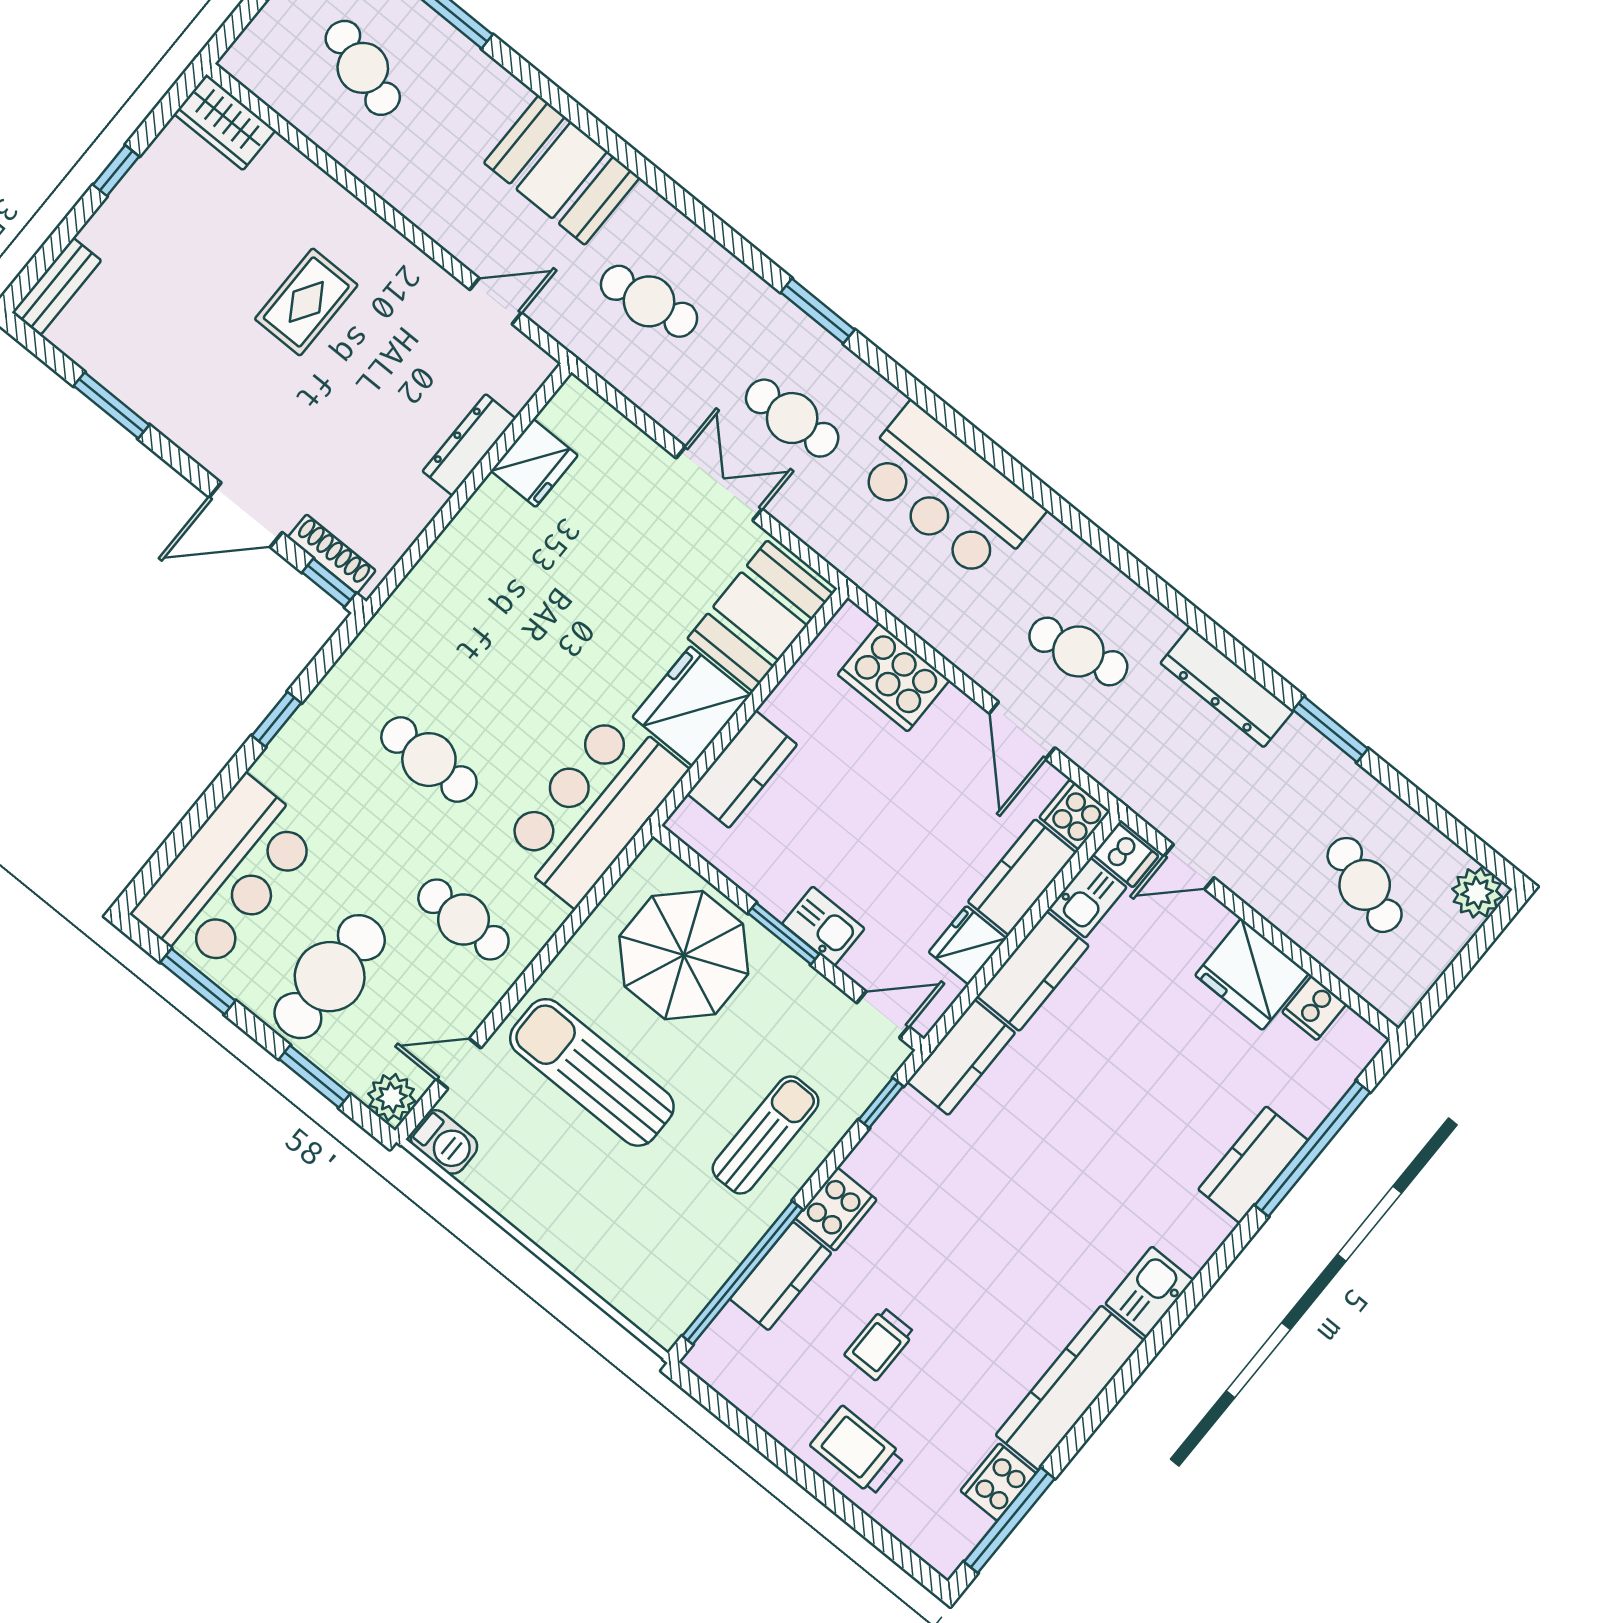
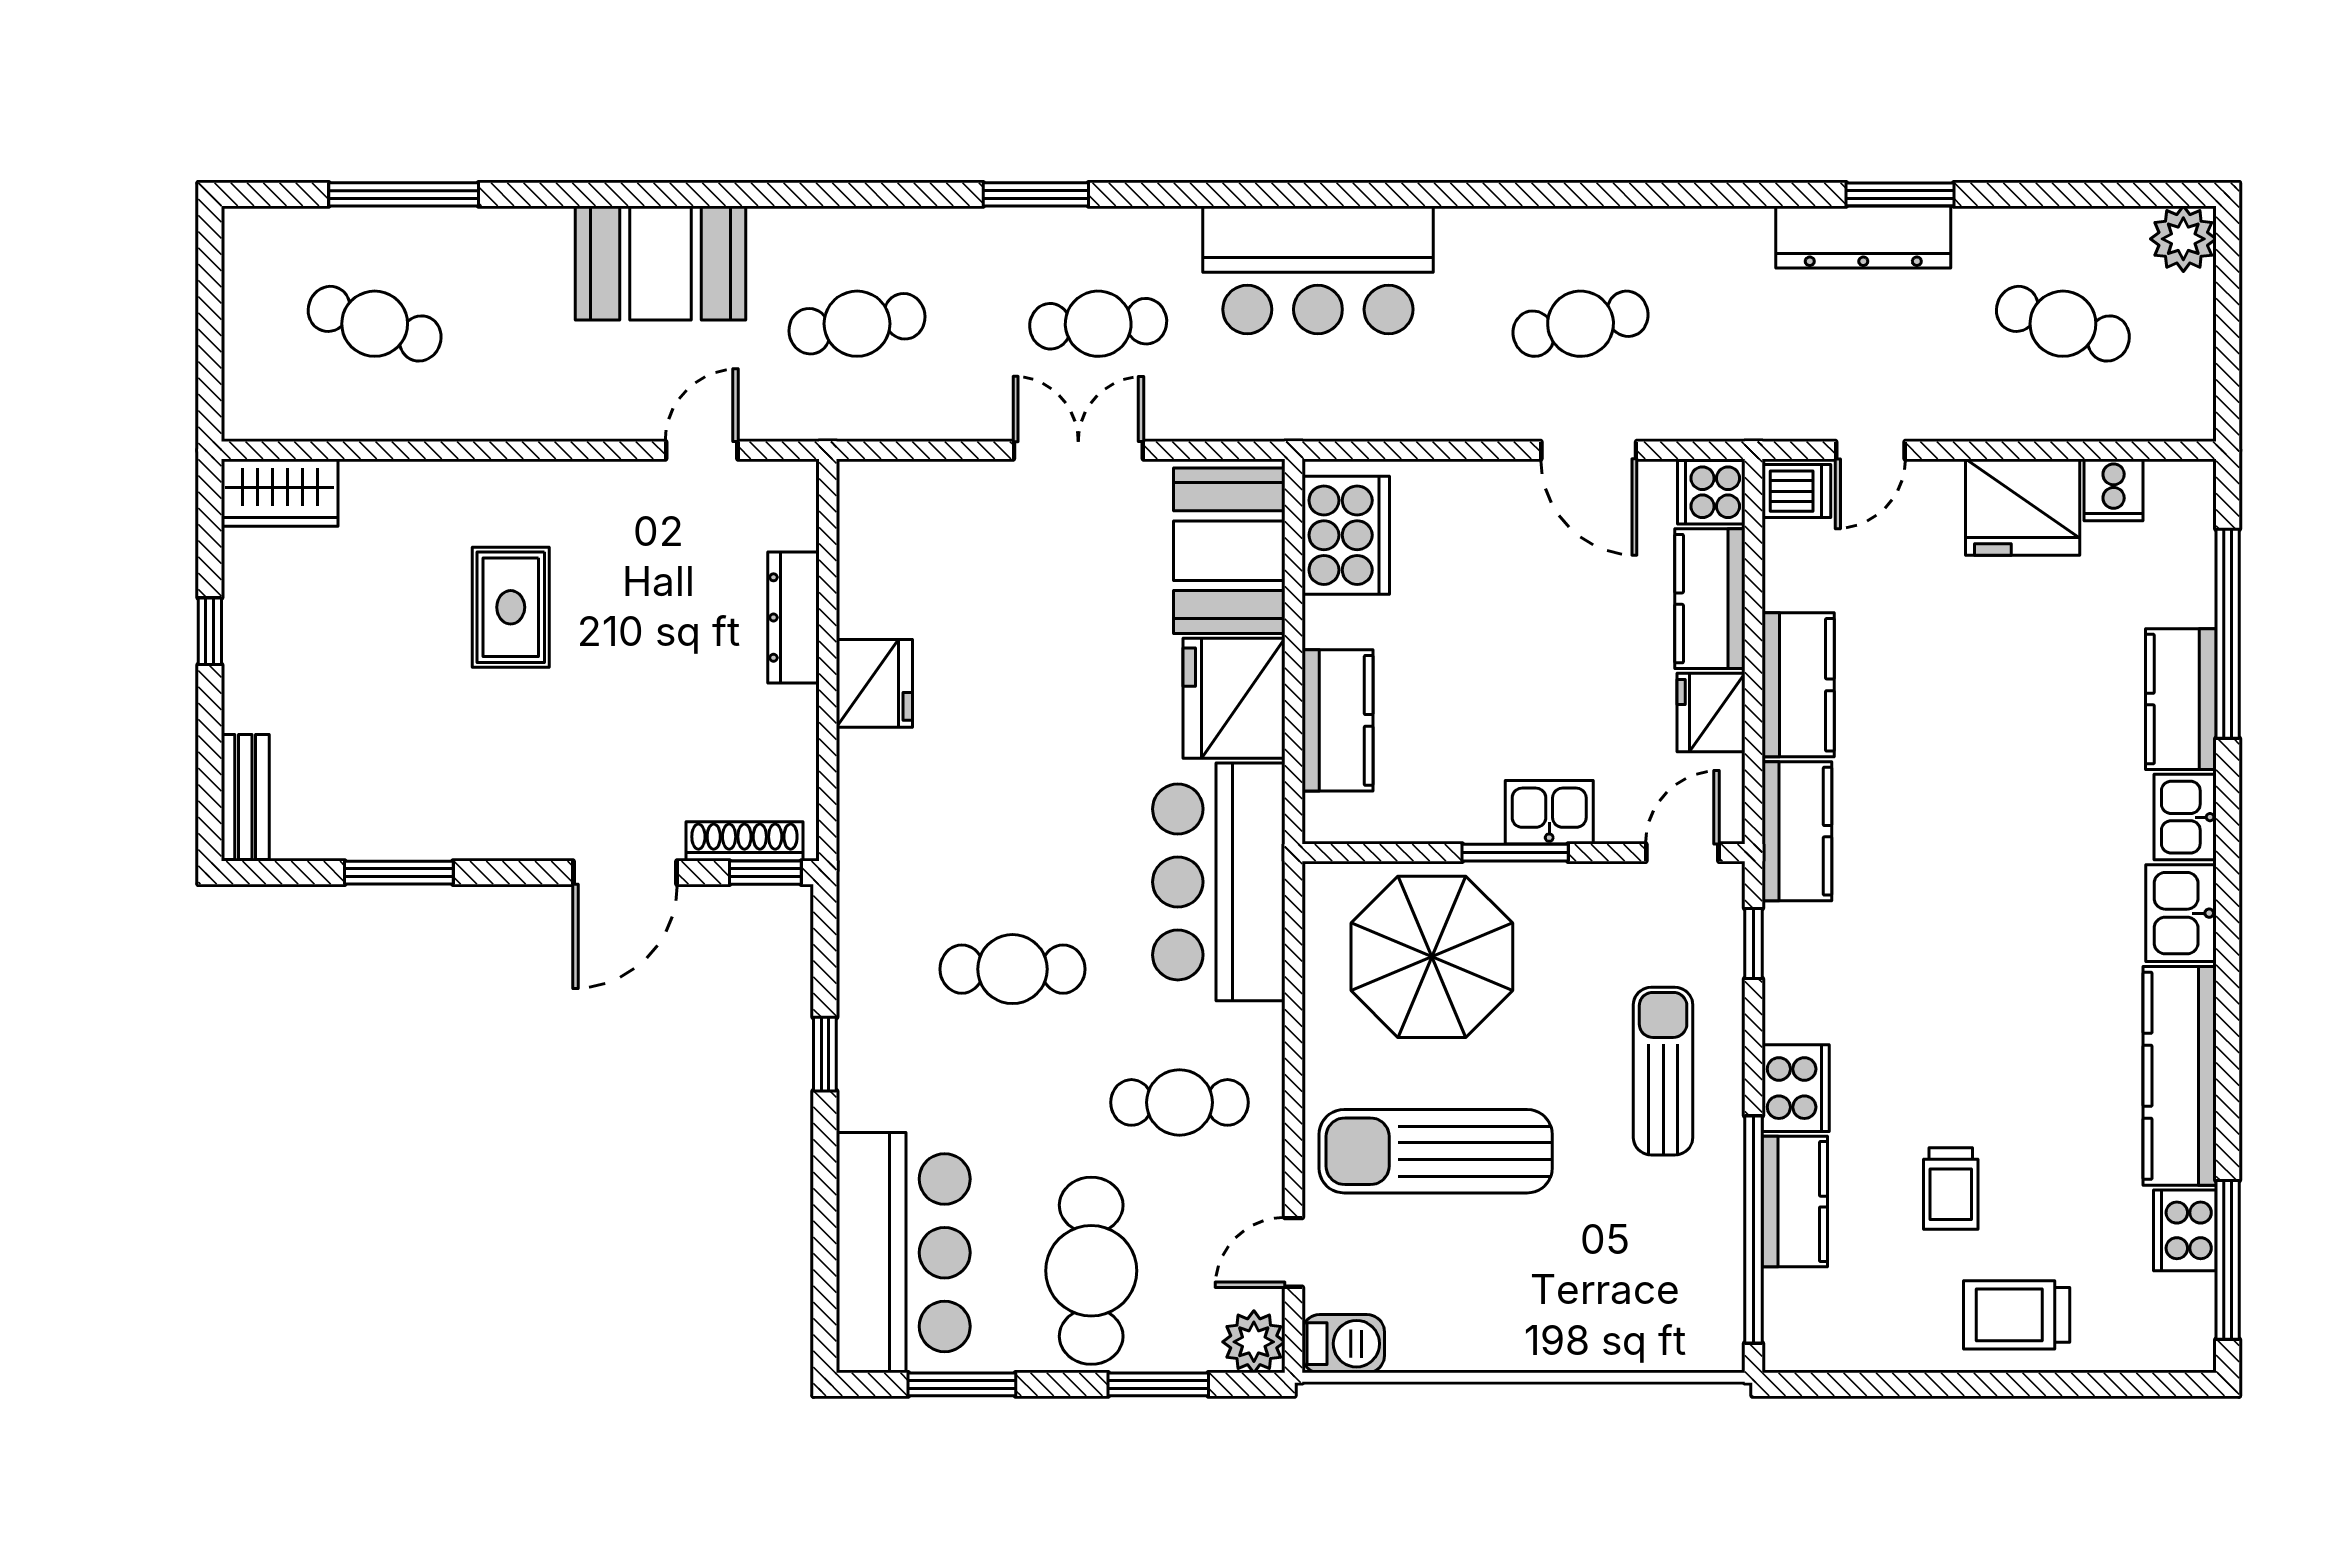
fridge: (534, 463) -> (874, 683), moved
cooker: (894, 677) -> (1346, 535), moved, turned -90
dresser: (1227, 687) -> (1863, 237), moved
kitchen sink: (1088, 898) -> (2185, 817), moved, turned 180

